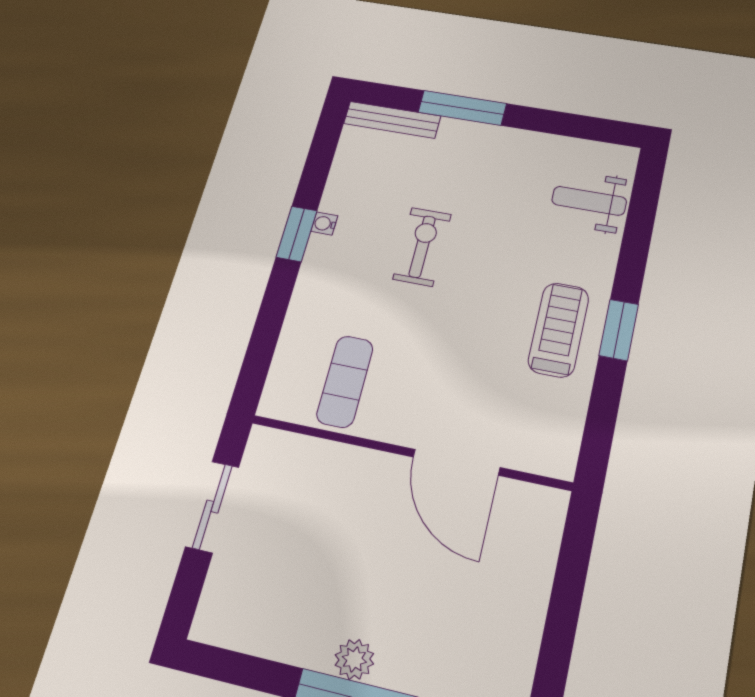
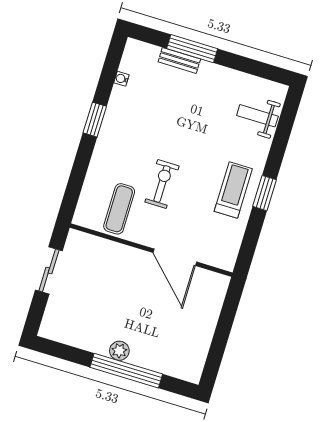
bench: (392, 120) -> (179, 60), moved, width x0.73
water cooler: (324, 224) -> (121, 79), moved
exercise bike: (422, 247) -> (162, 184), moved

